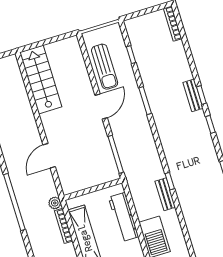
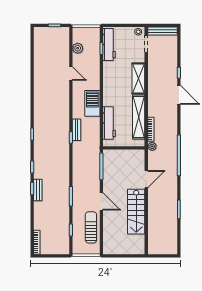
stairs: (41, 80) -> (136, 212), moved
door: (101, 107) -> (101, 201), swing flipped

